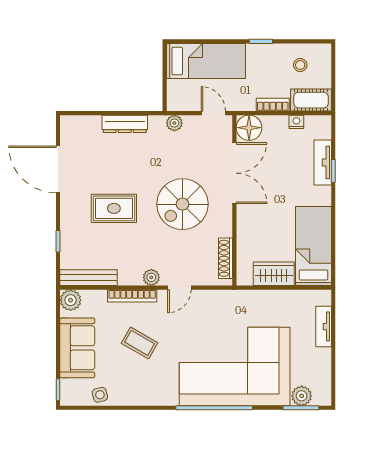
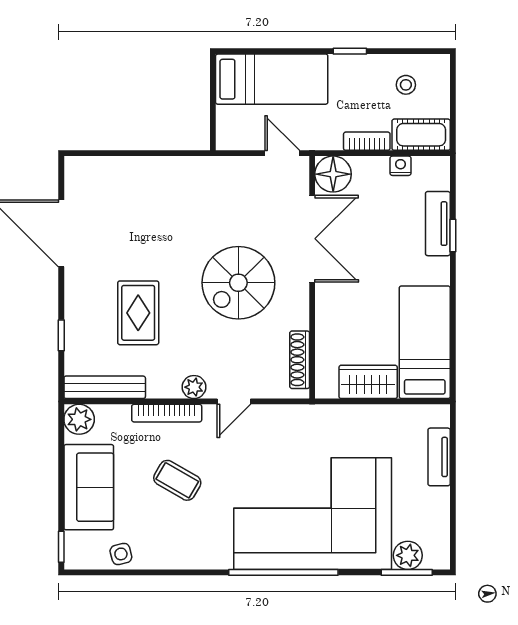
plant: (174, 123) -> (227, 167), removed
dresser: (125, 124) -> (156, 169), removed
rug: (114, 208) -> (138, 313), moved, turned 90

